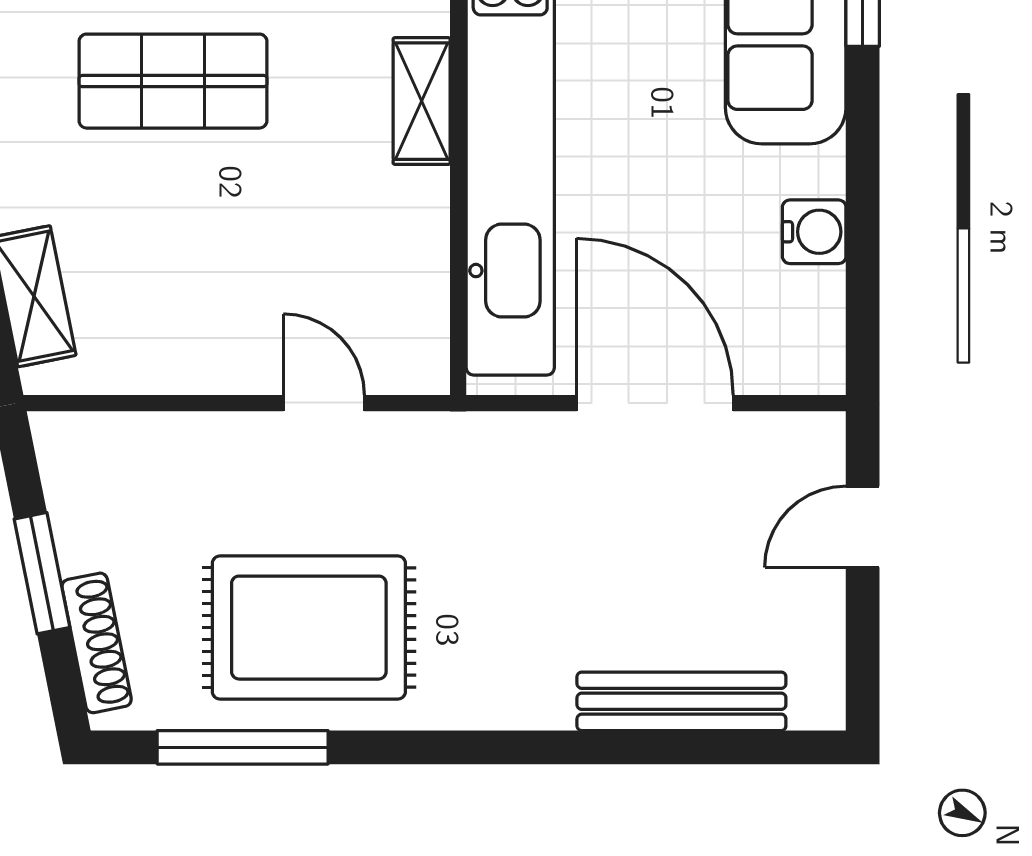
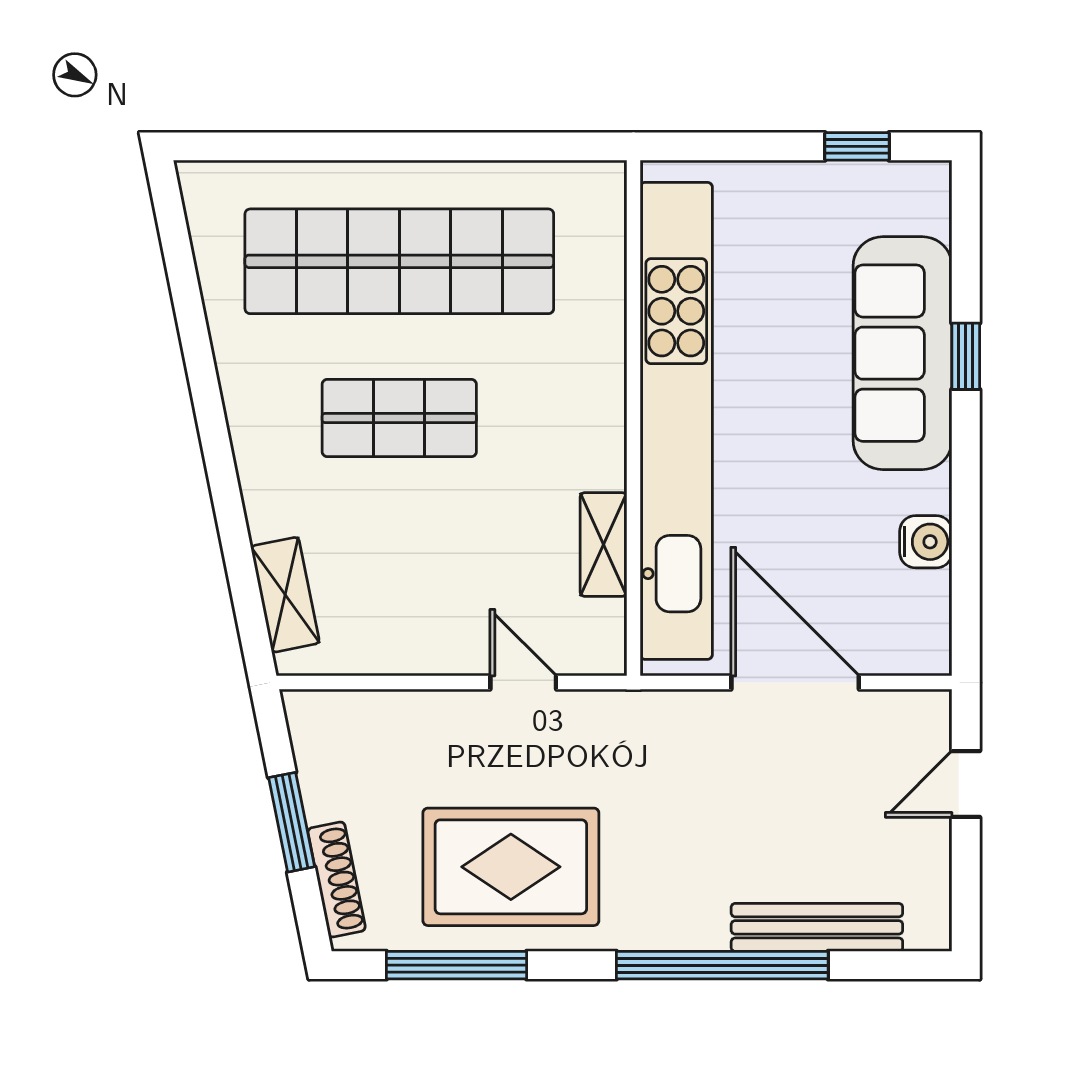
shelving: (422, 101) -> (603, 544), moved
window: (566, 747) -> (722, 965), added

